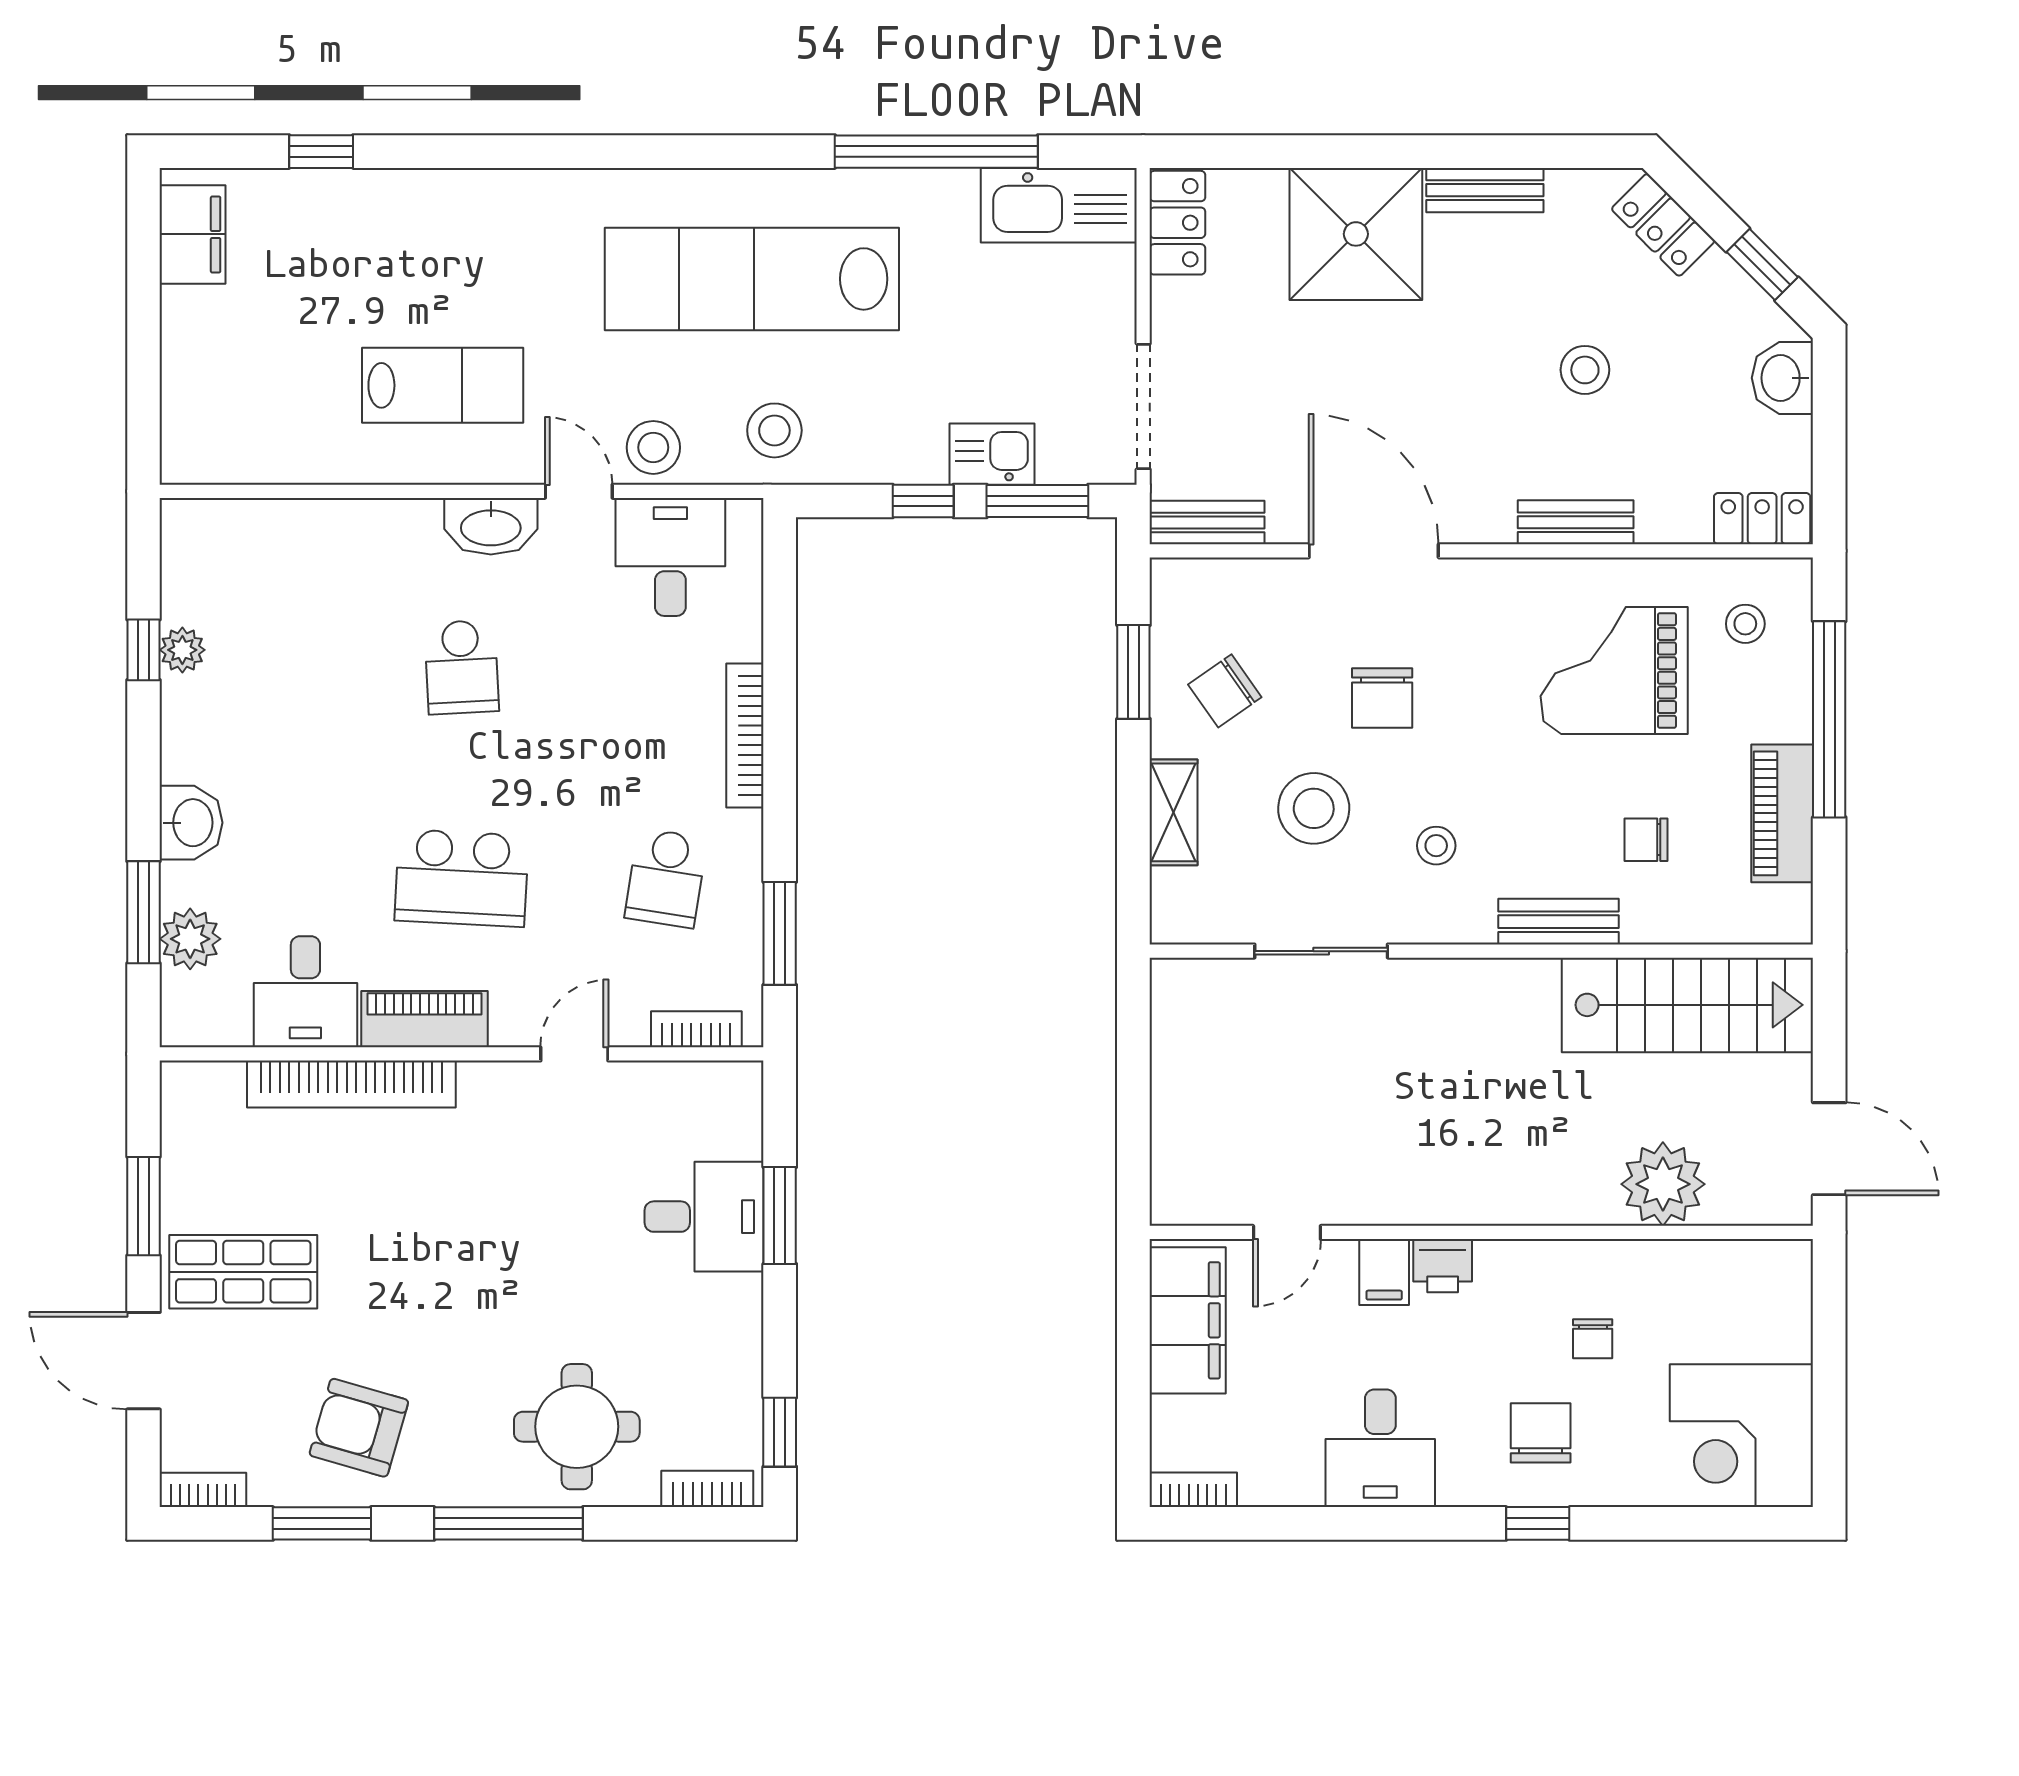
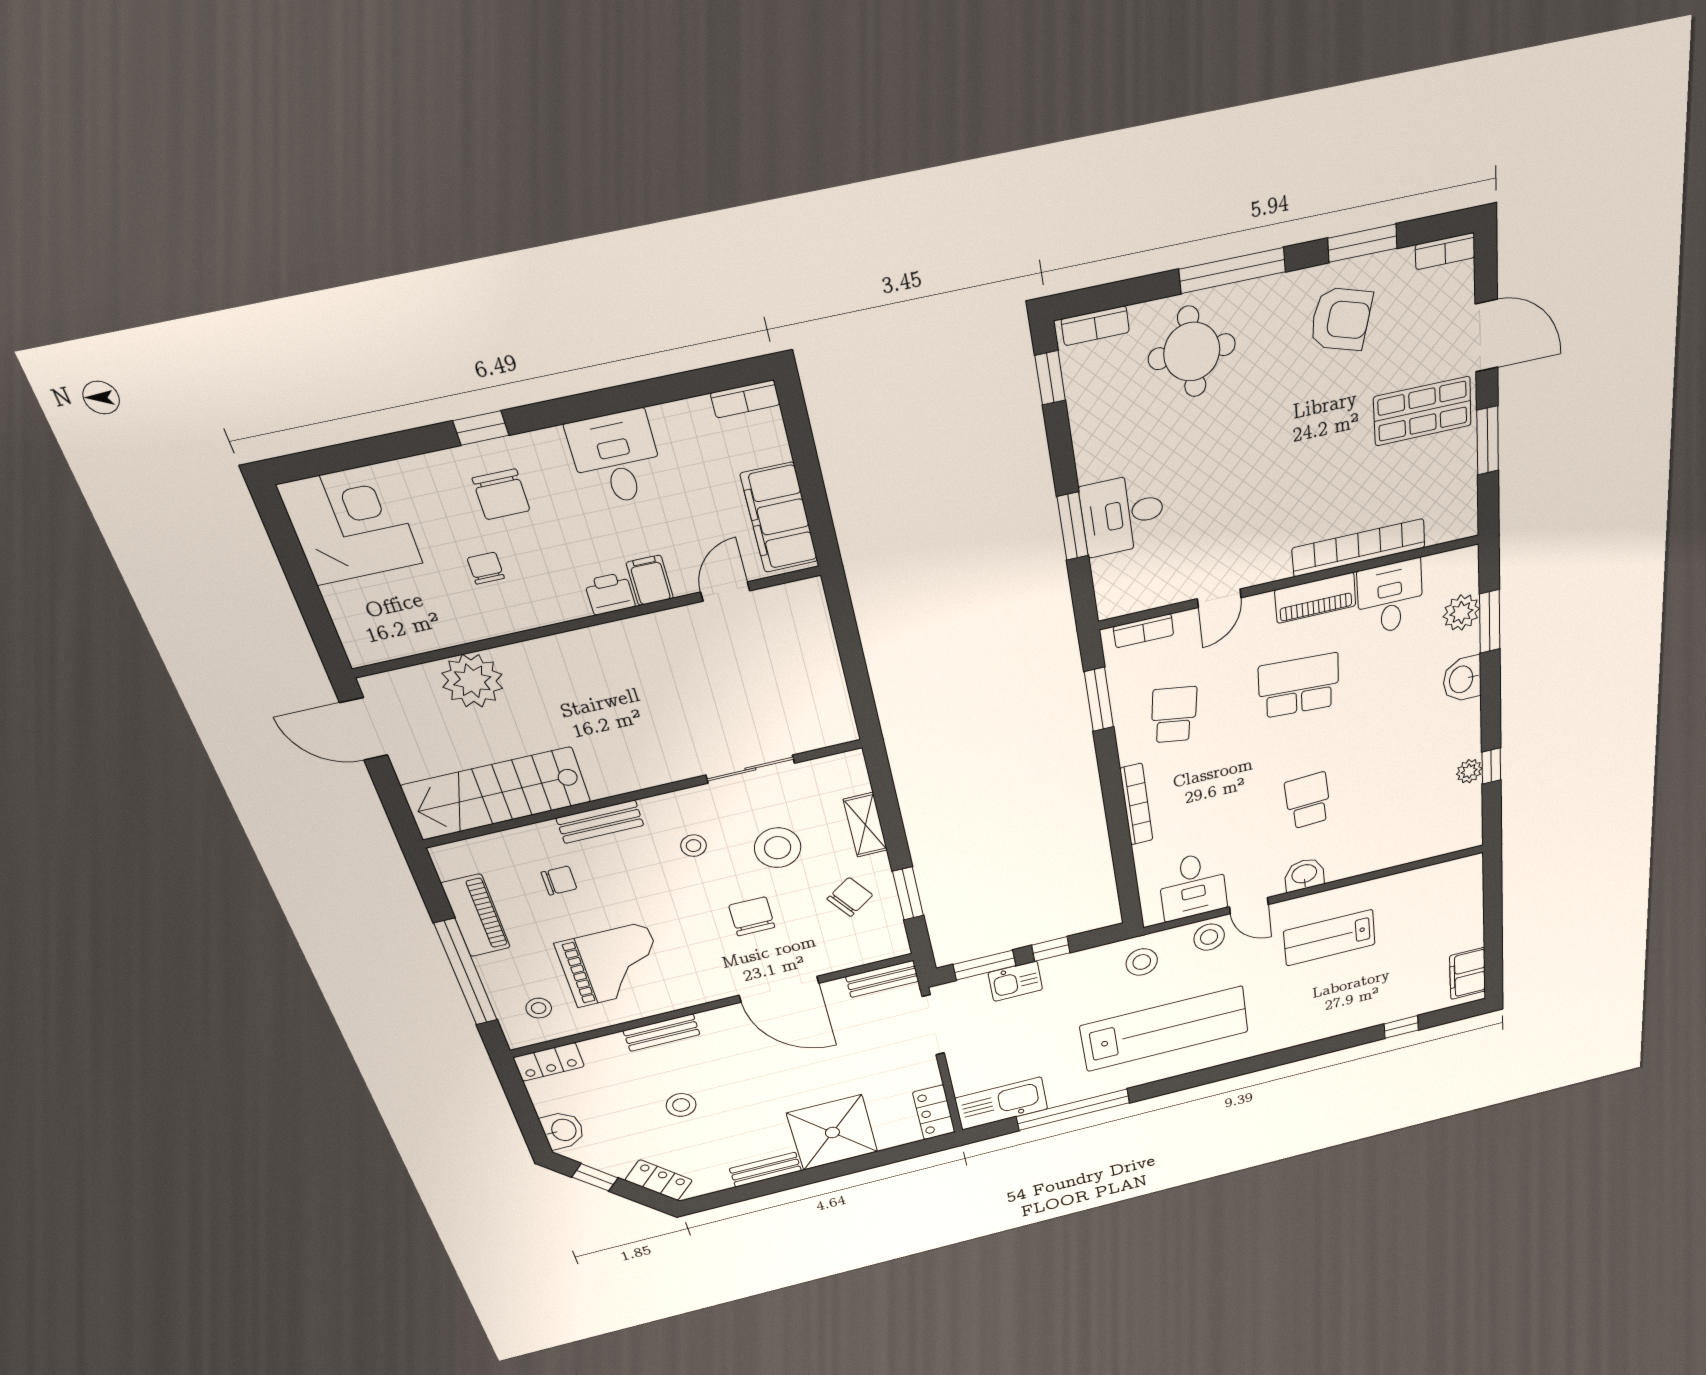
washbasin: (491, 526) -> (1304, 875), width x0.72

